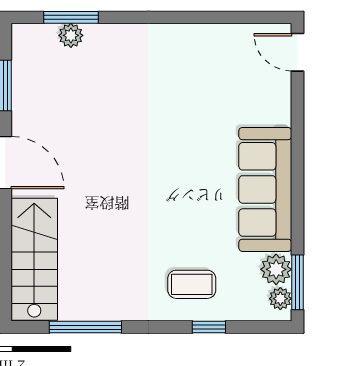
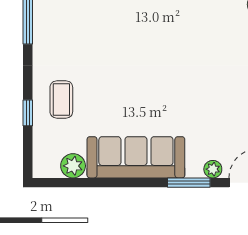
window: (297, 282) -> (189, 183), moved
plant: (280, 299) -> (213, 169), moved

